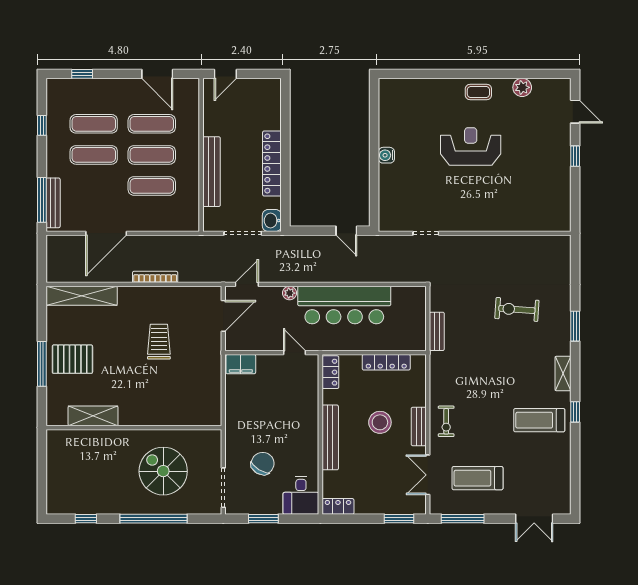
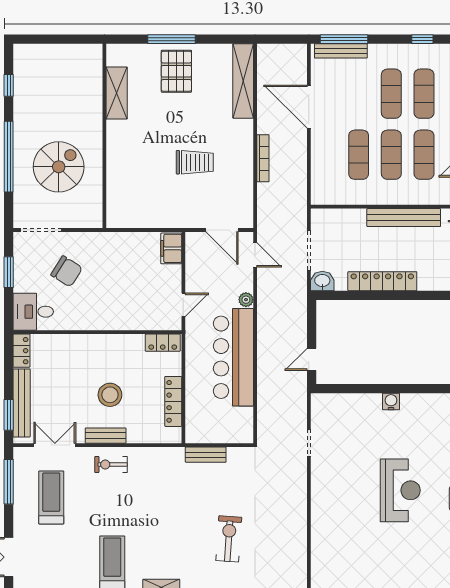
bench: (212, 172) -> (404, 218), moved
bench: (330, 437) -> (22, 403), moved, turned 90

